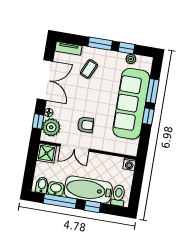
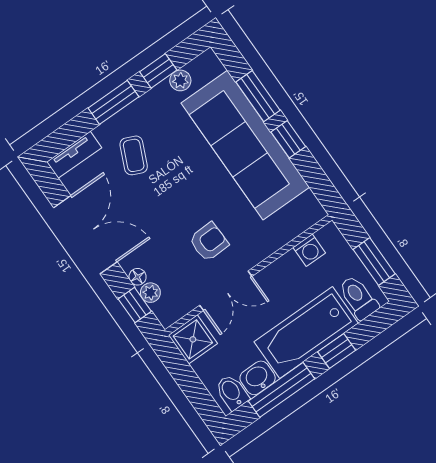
plant: (51, 127) -> (150, 293), width x0.53, depth x0.53
washing machine: (129, 164) -> (309, 250), moved
window: (136, 188) -> (374, 262), added

